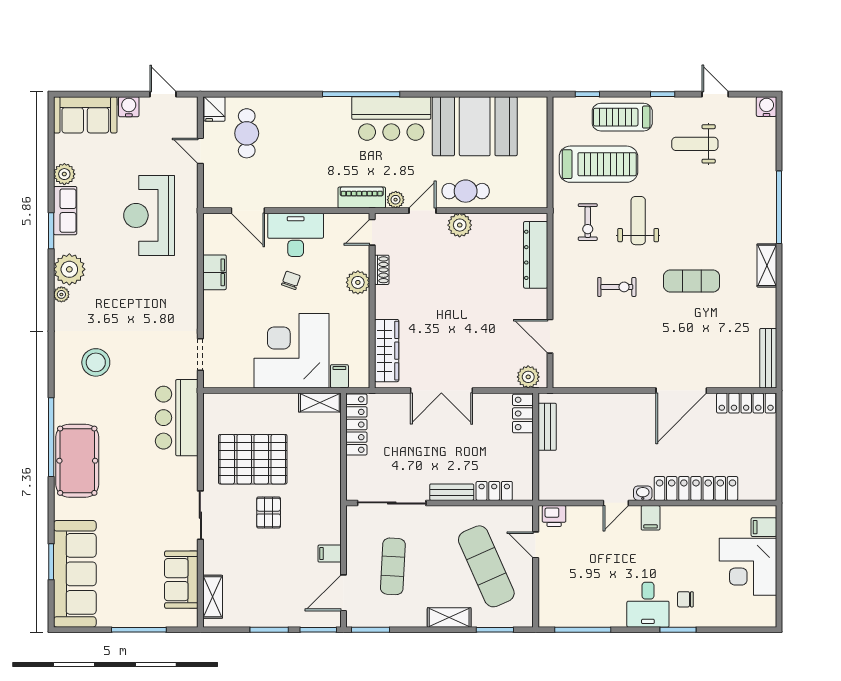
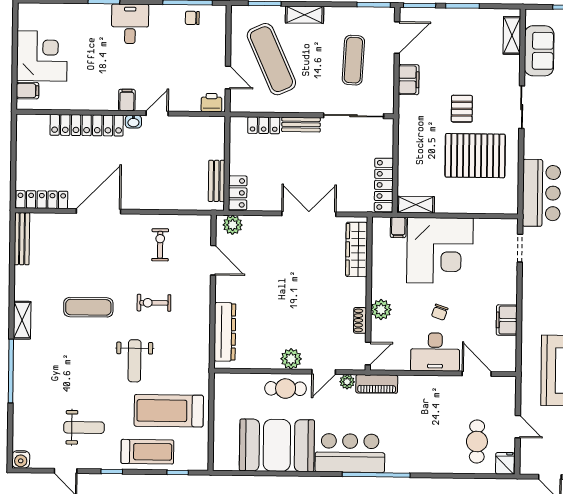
exercise bike: (588, 222) -> (160, 245), moved
filing cabinet: (330, 554) -> (409, 80), width x2.00
chair: (685, 599) -> (192, 18), moved, turned 180

